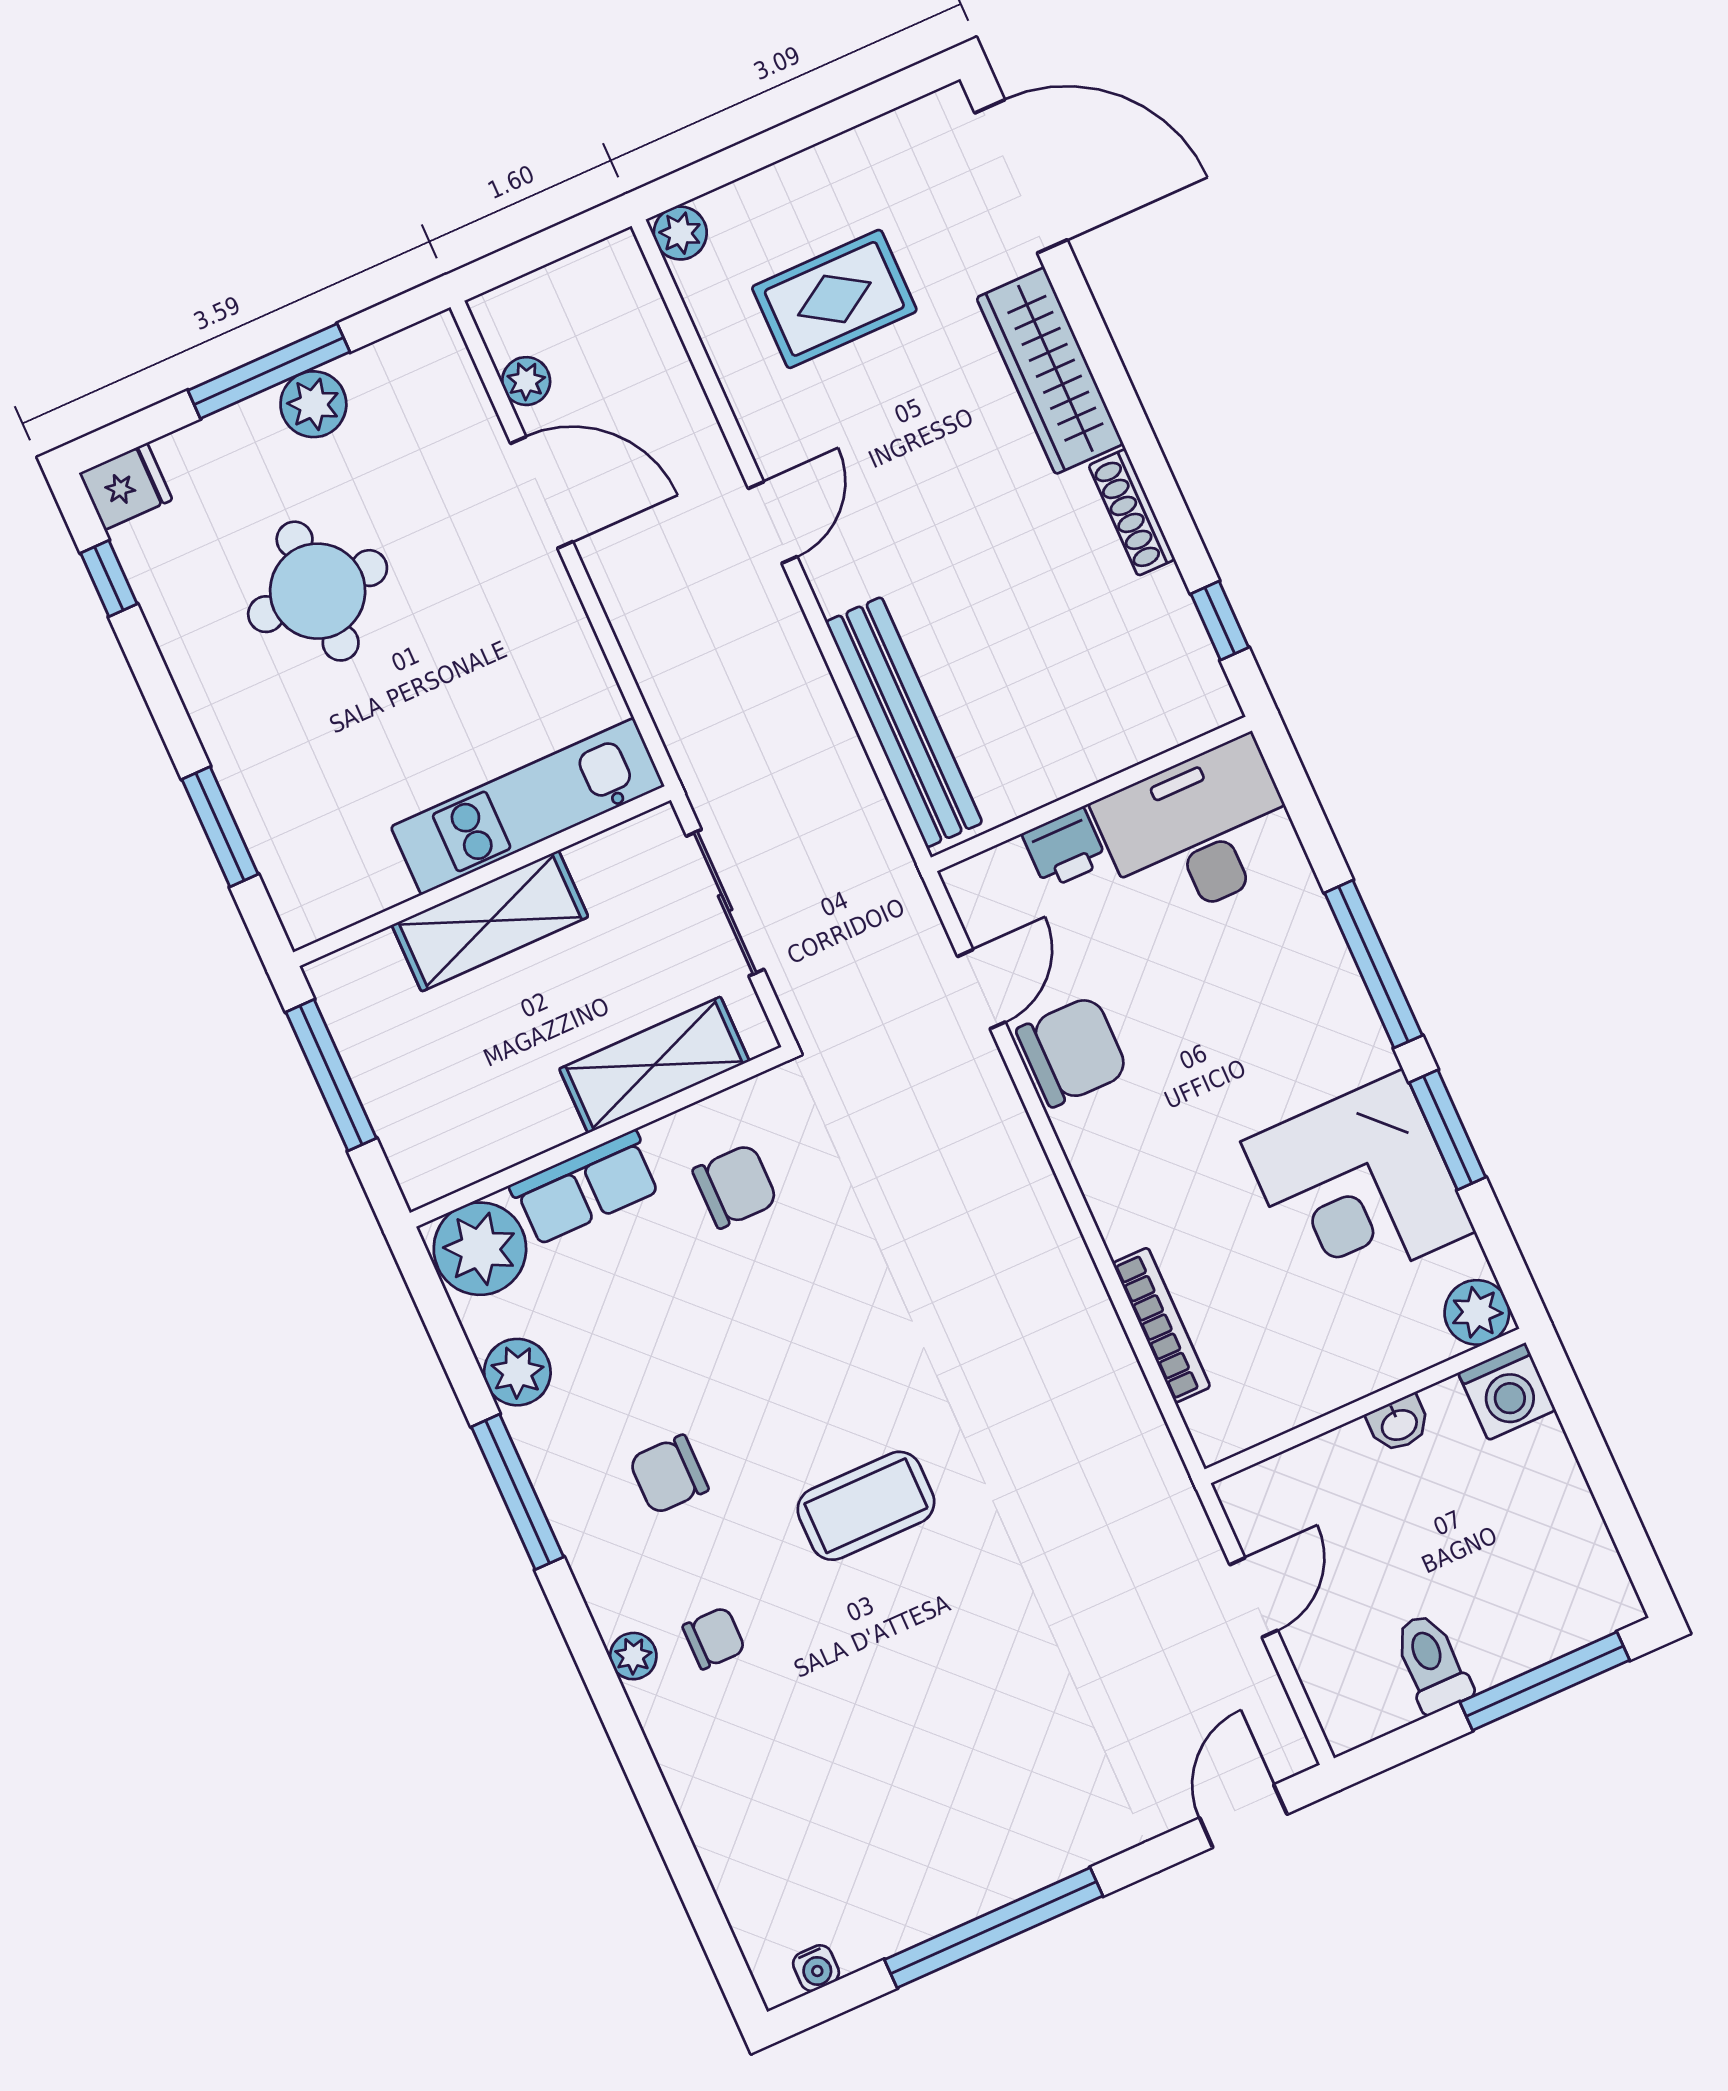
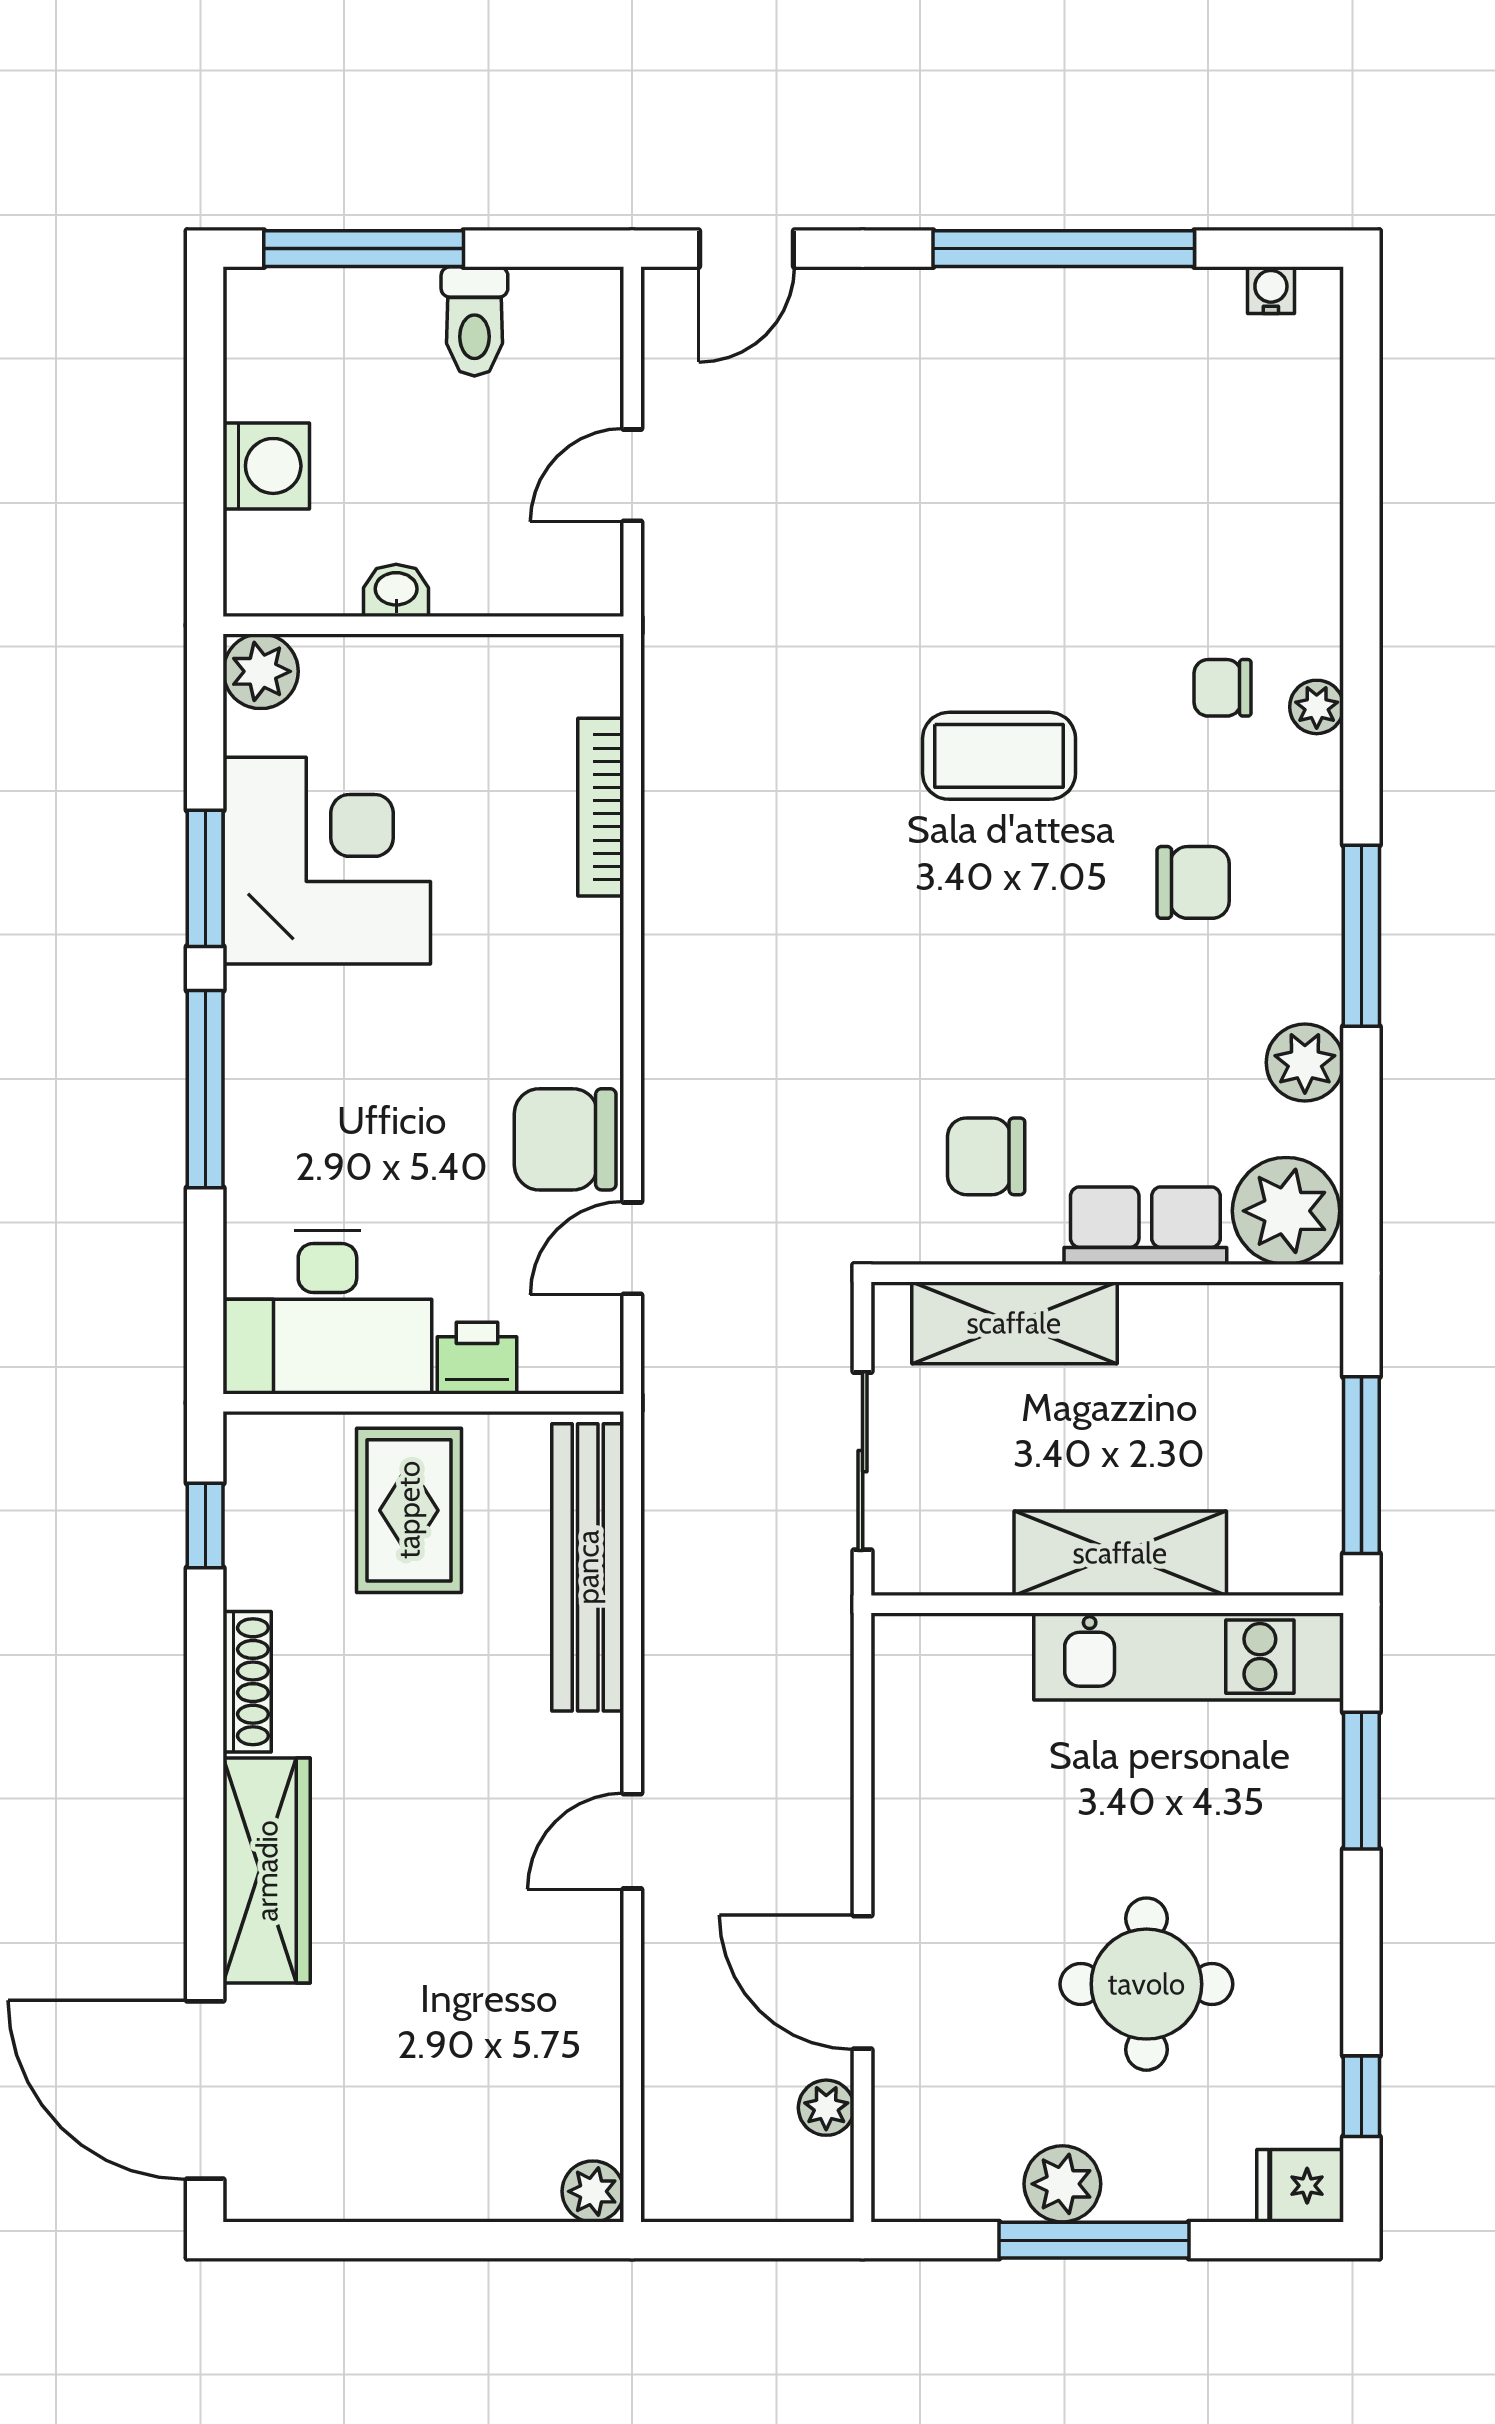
rug: (834, 299) -> (409, 1510), moved, turned 90
kitchen unit: (528, 806) -> (1189, 1657), moved
washing machine: (1507, 1391) -> (266, 466), moved, turned 90

